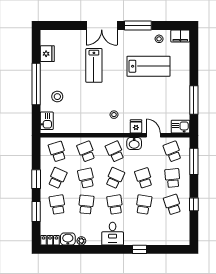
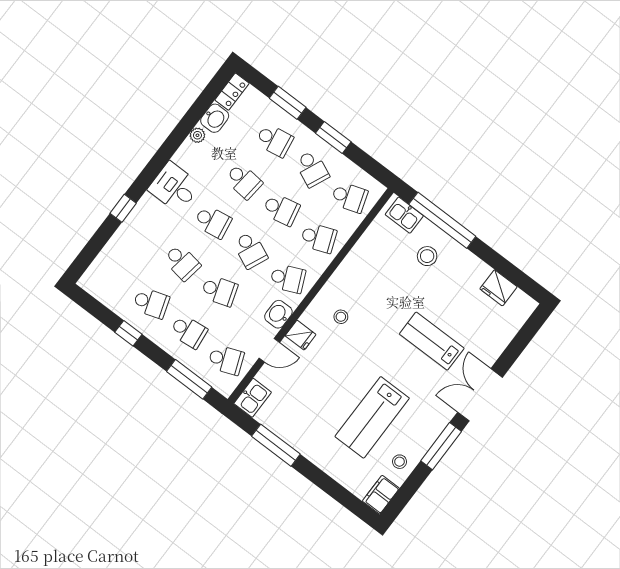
window: (36, 84) -> (442, 220), moved

